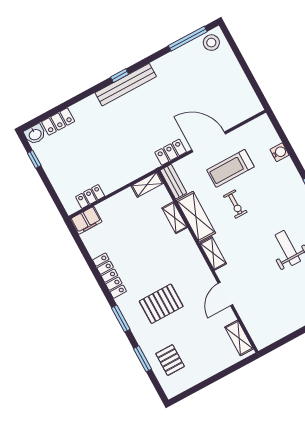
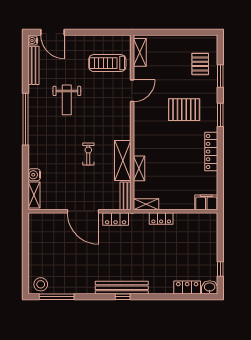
treadmill: (230, 168) -> (107, 63), moved, turned 180
locker: (90, 197) -> (161, 219), moved
shelving: (213, 253) -> (34, 195), moved

